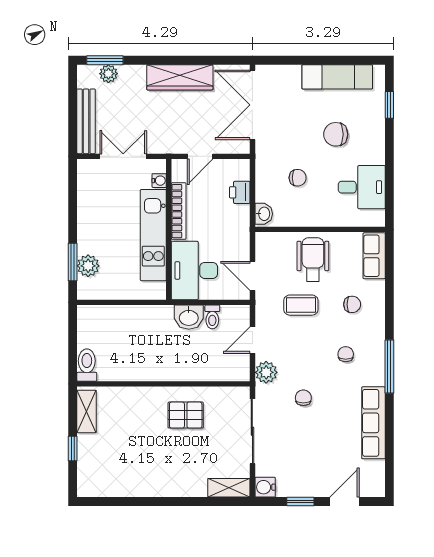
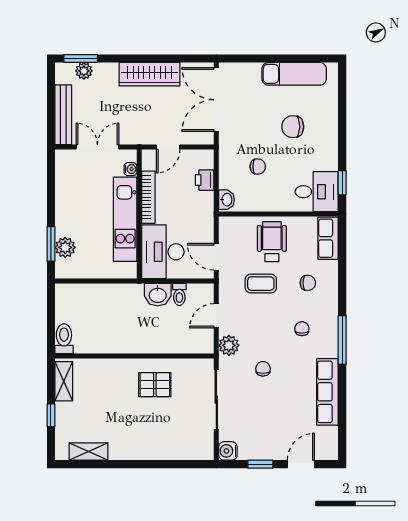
window: (389, 105) -> (342, 183), moved
desk: (362, 187) -> (317, 192), moved
shelving: (229, 488) -> (89, 451), moved

